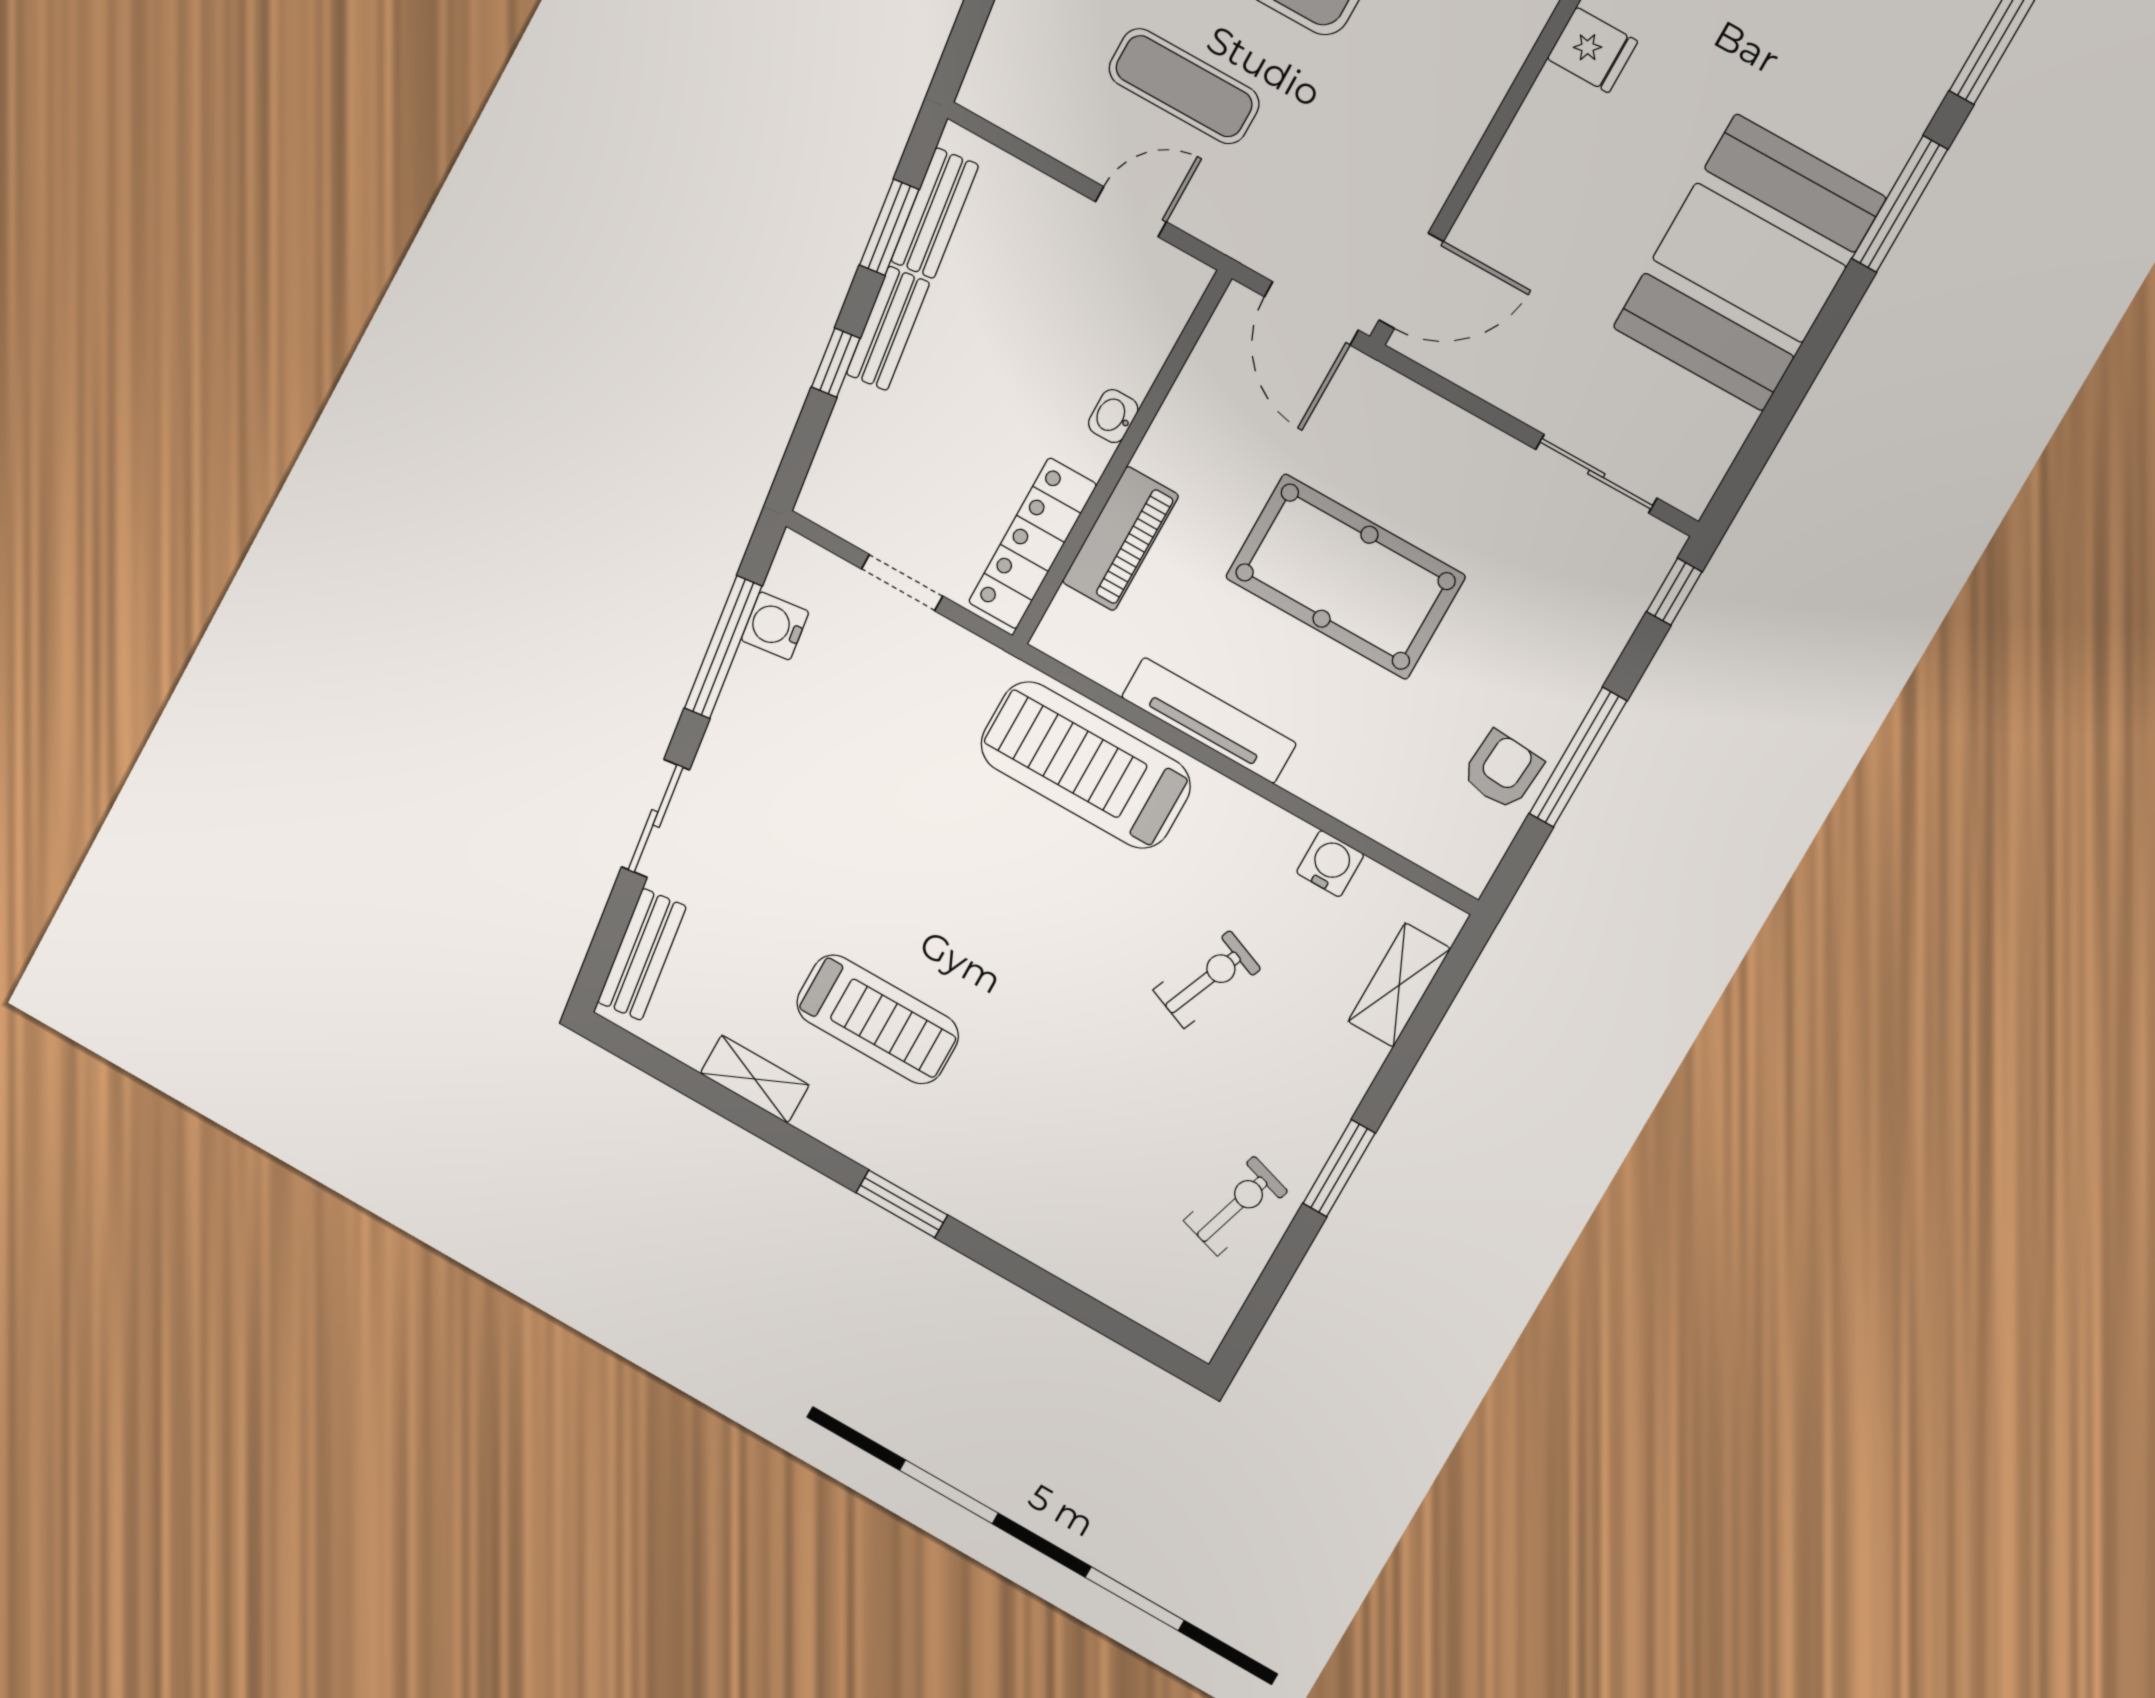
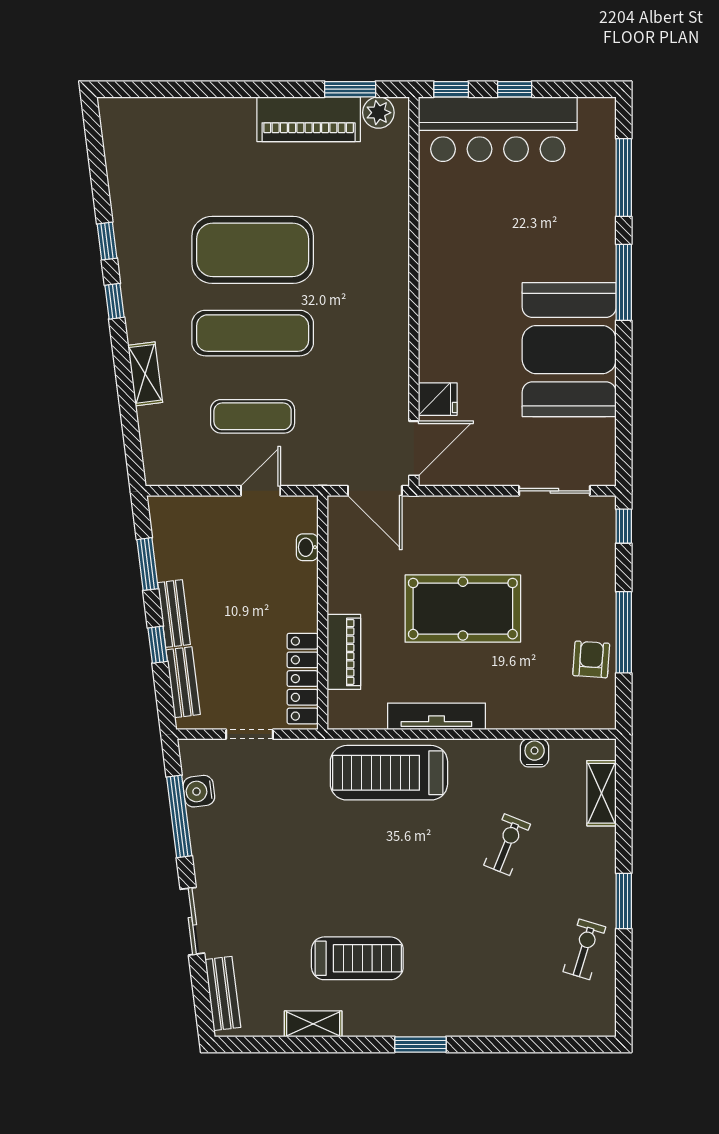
fridge: (1592, 50) -> (438, 399), moved
bench: (935, 213) -> (183, 682), moved
washbasin: (1113, 416) -> (307, 547), moved

